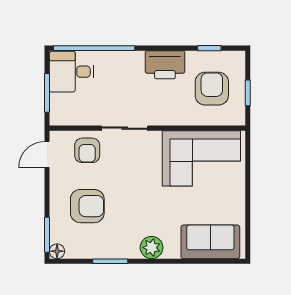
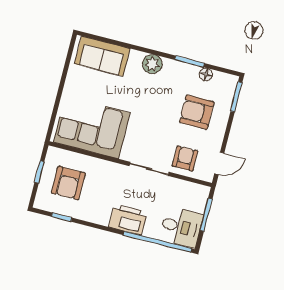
printer: (165, 65) -> (128, 219), moved
floor lamp: (57, 251) -> (206, 74), moved

